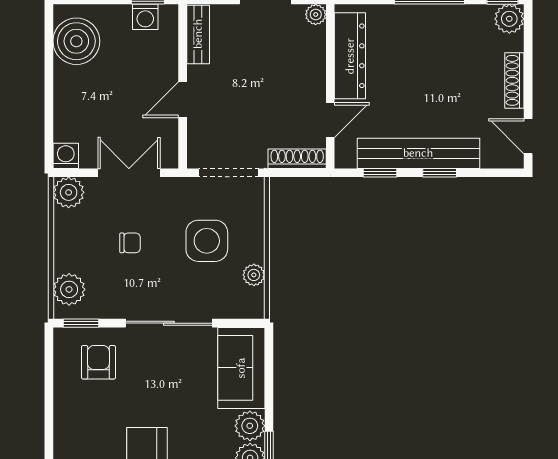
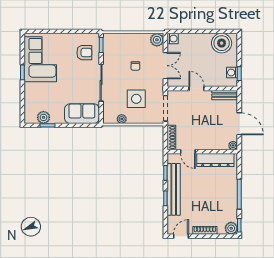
plant: (69, 289) -> (115, 40), removed
plant: (250, 426) -> (57, 117), removed

